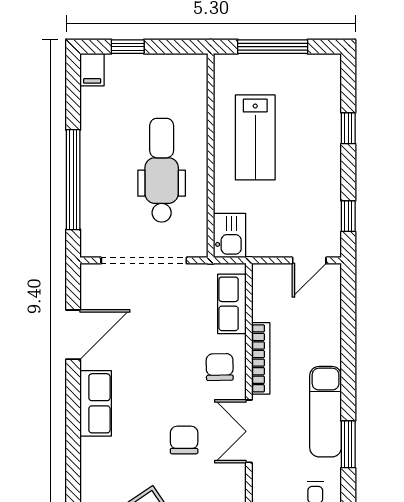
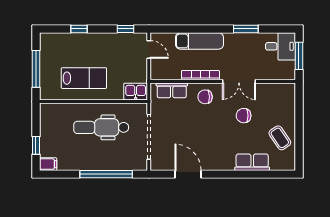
row of seats: (96, 403) -> (252, 162), moved
exam couch: (326, 412) -> (200, 41), moved

